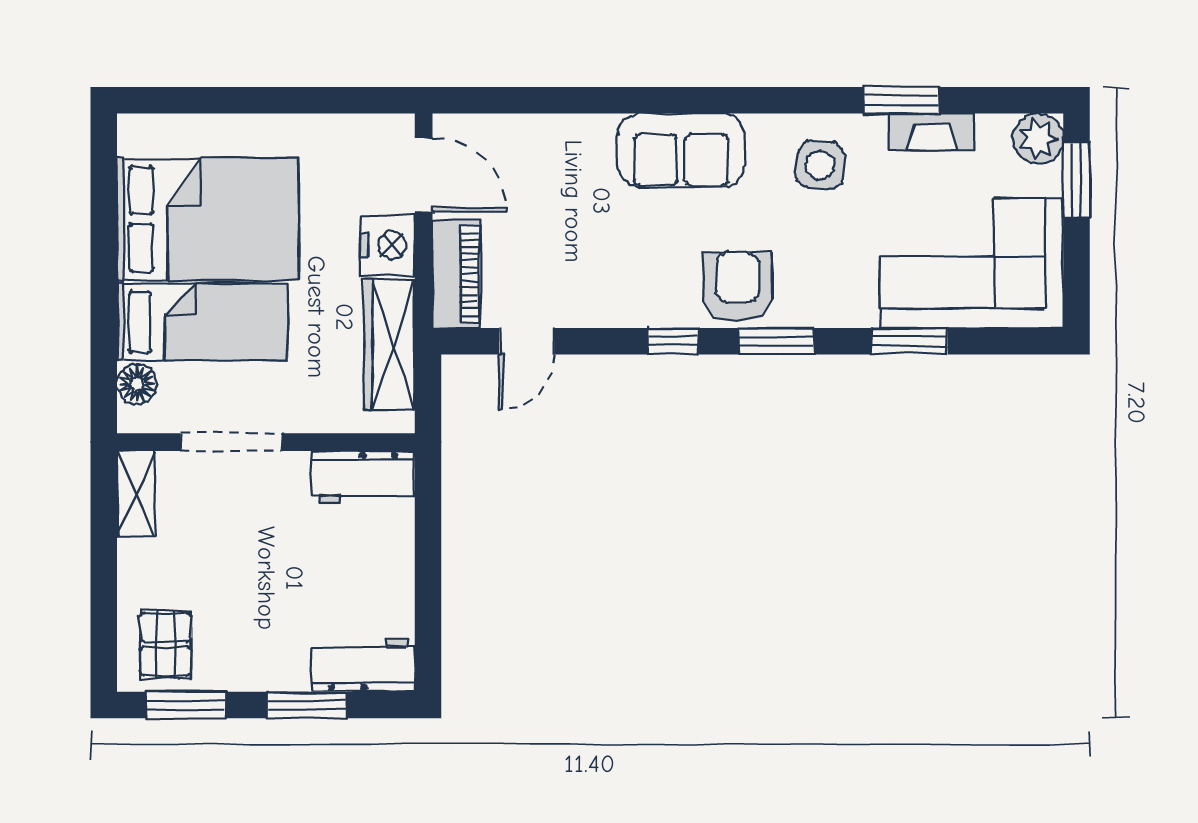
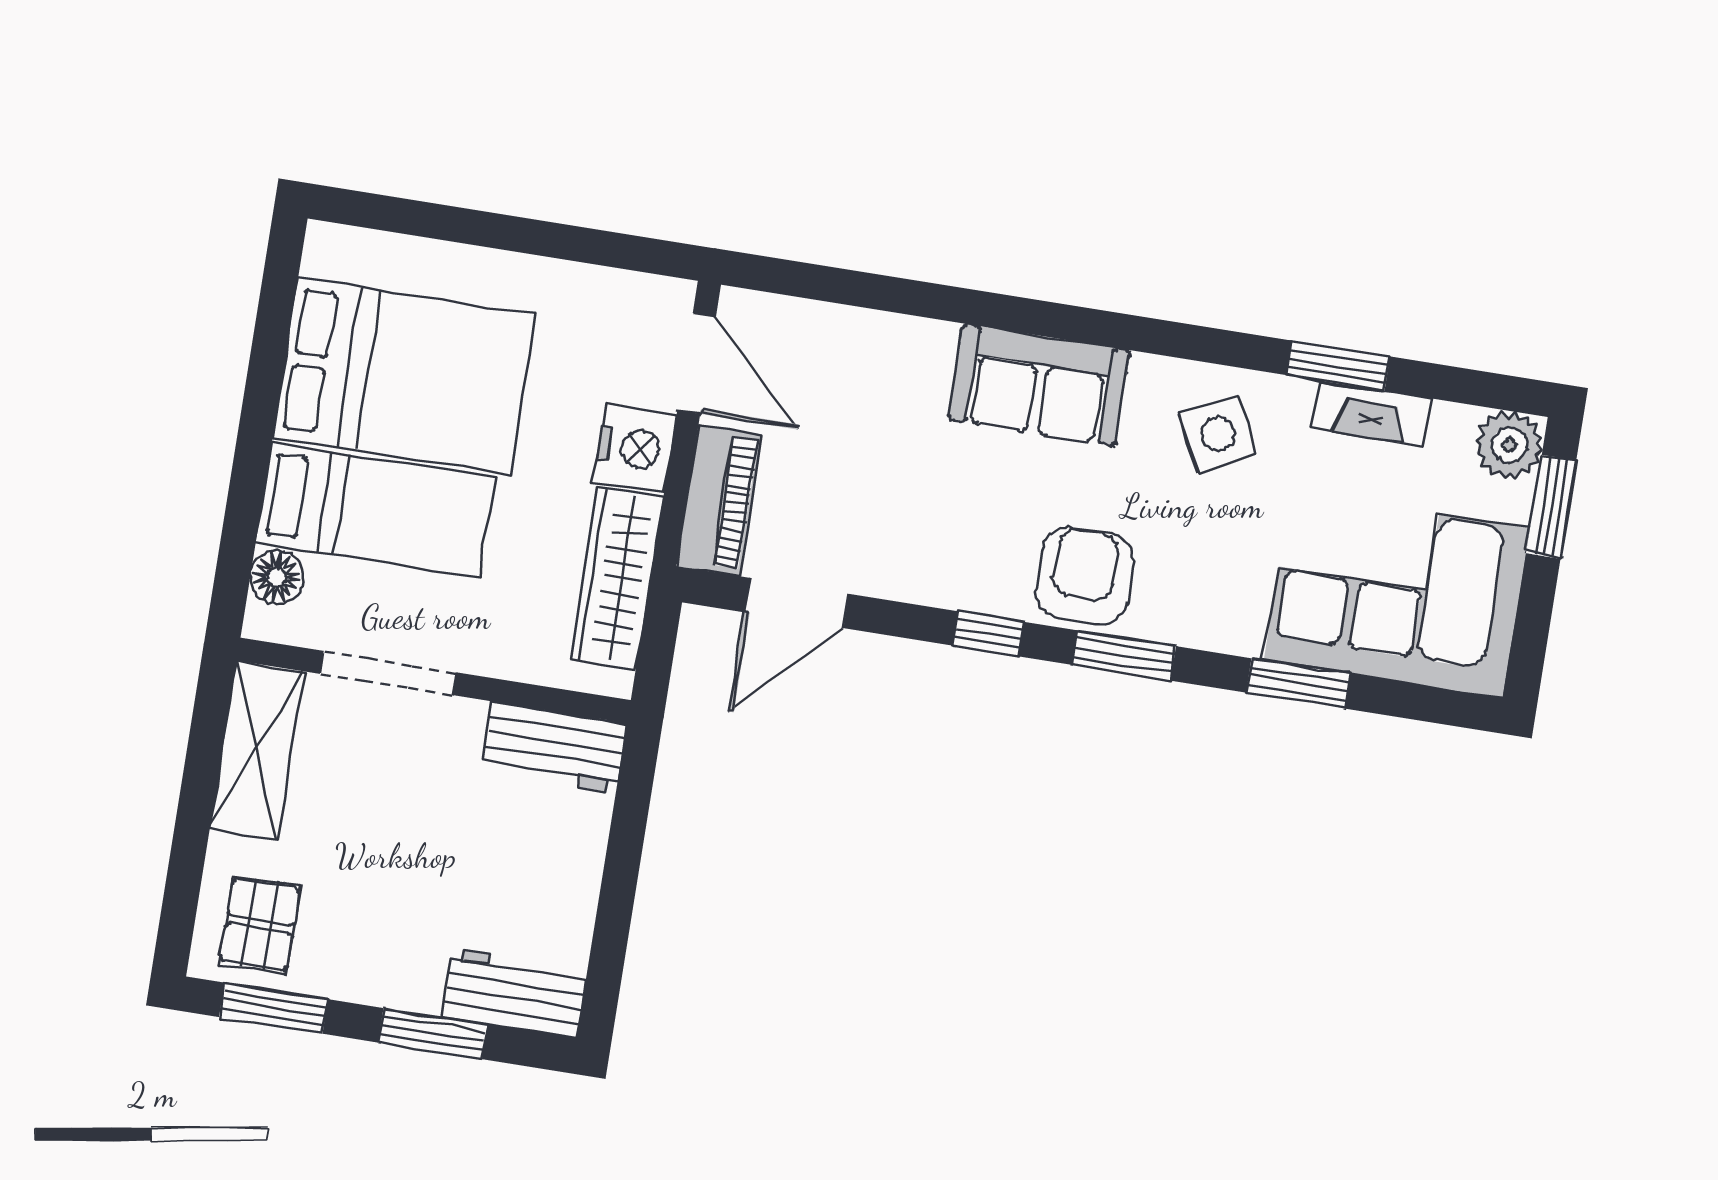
side table: (820, 165) -> (1218, 434), turned -32
door: (527, 341) -> (797, 603), width x1.38
shelving: (136, 493) -> (257, 750), width x1.50, depth x1.33

